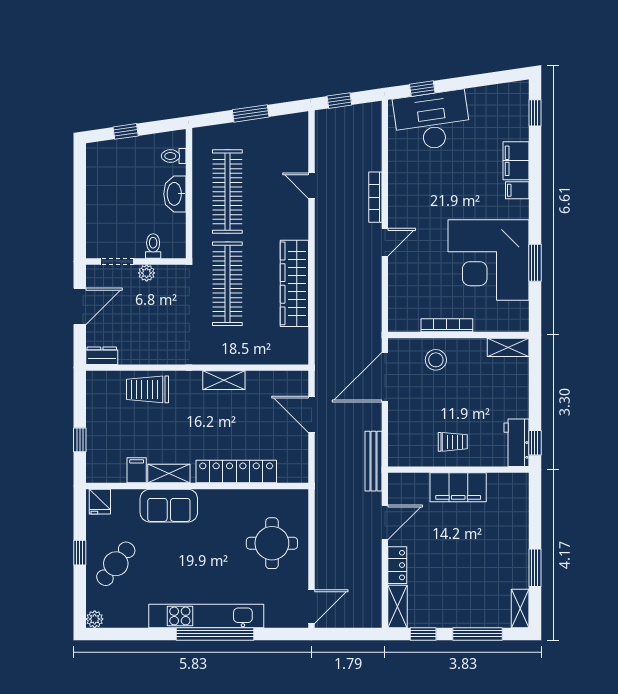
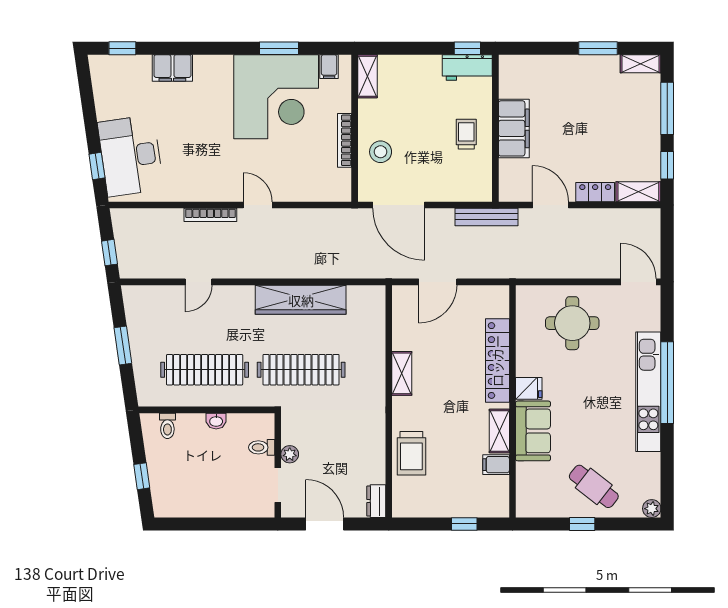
filing cabinet: (517, 190) -> (329, 67), moved
washbasin: (175, 194) -> (216, 421), width x0.52, depth x0.69
fridge: (100, 502) -> (529, 388), moved

